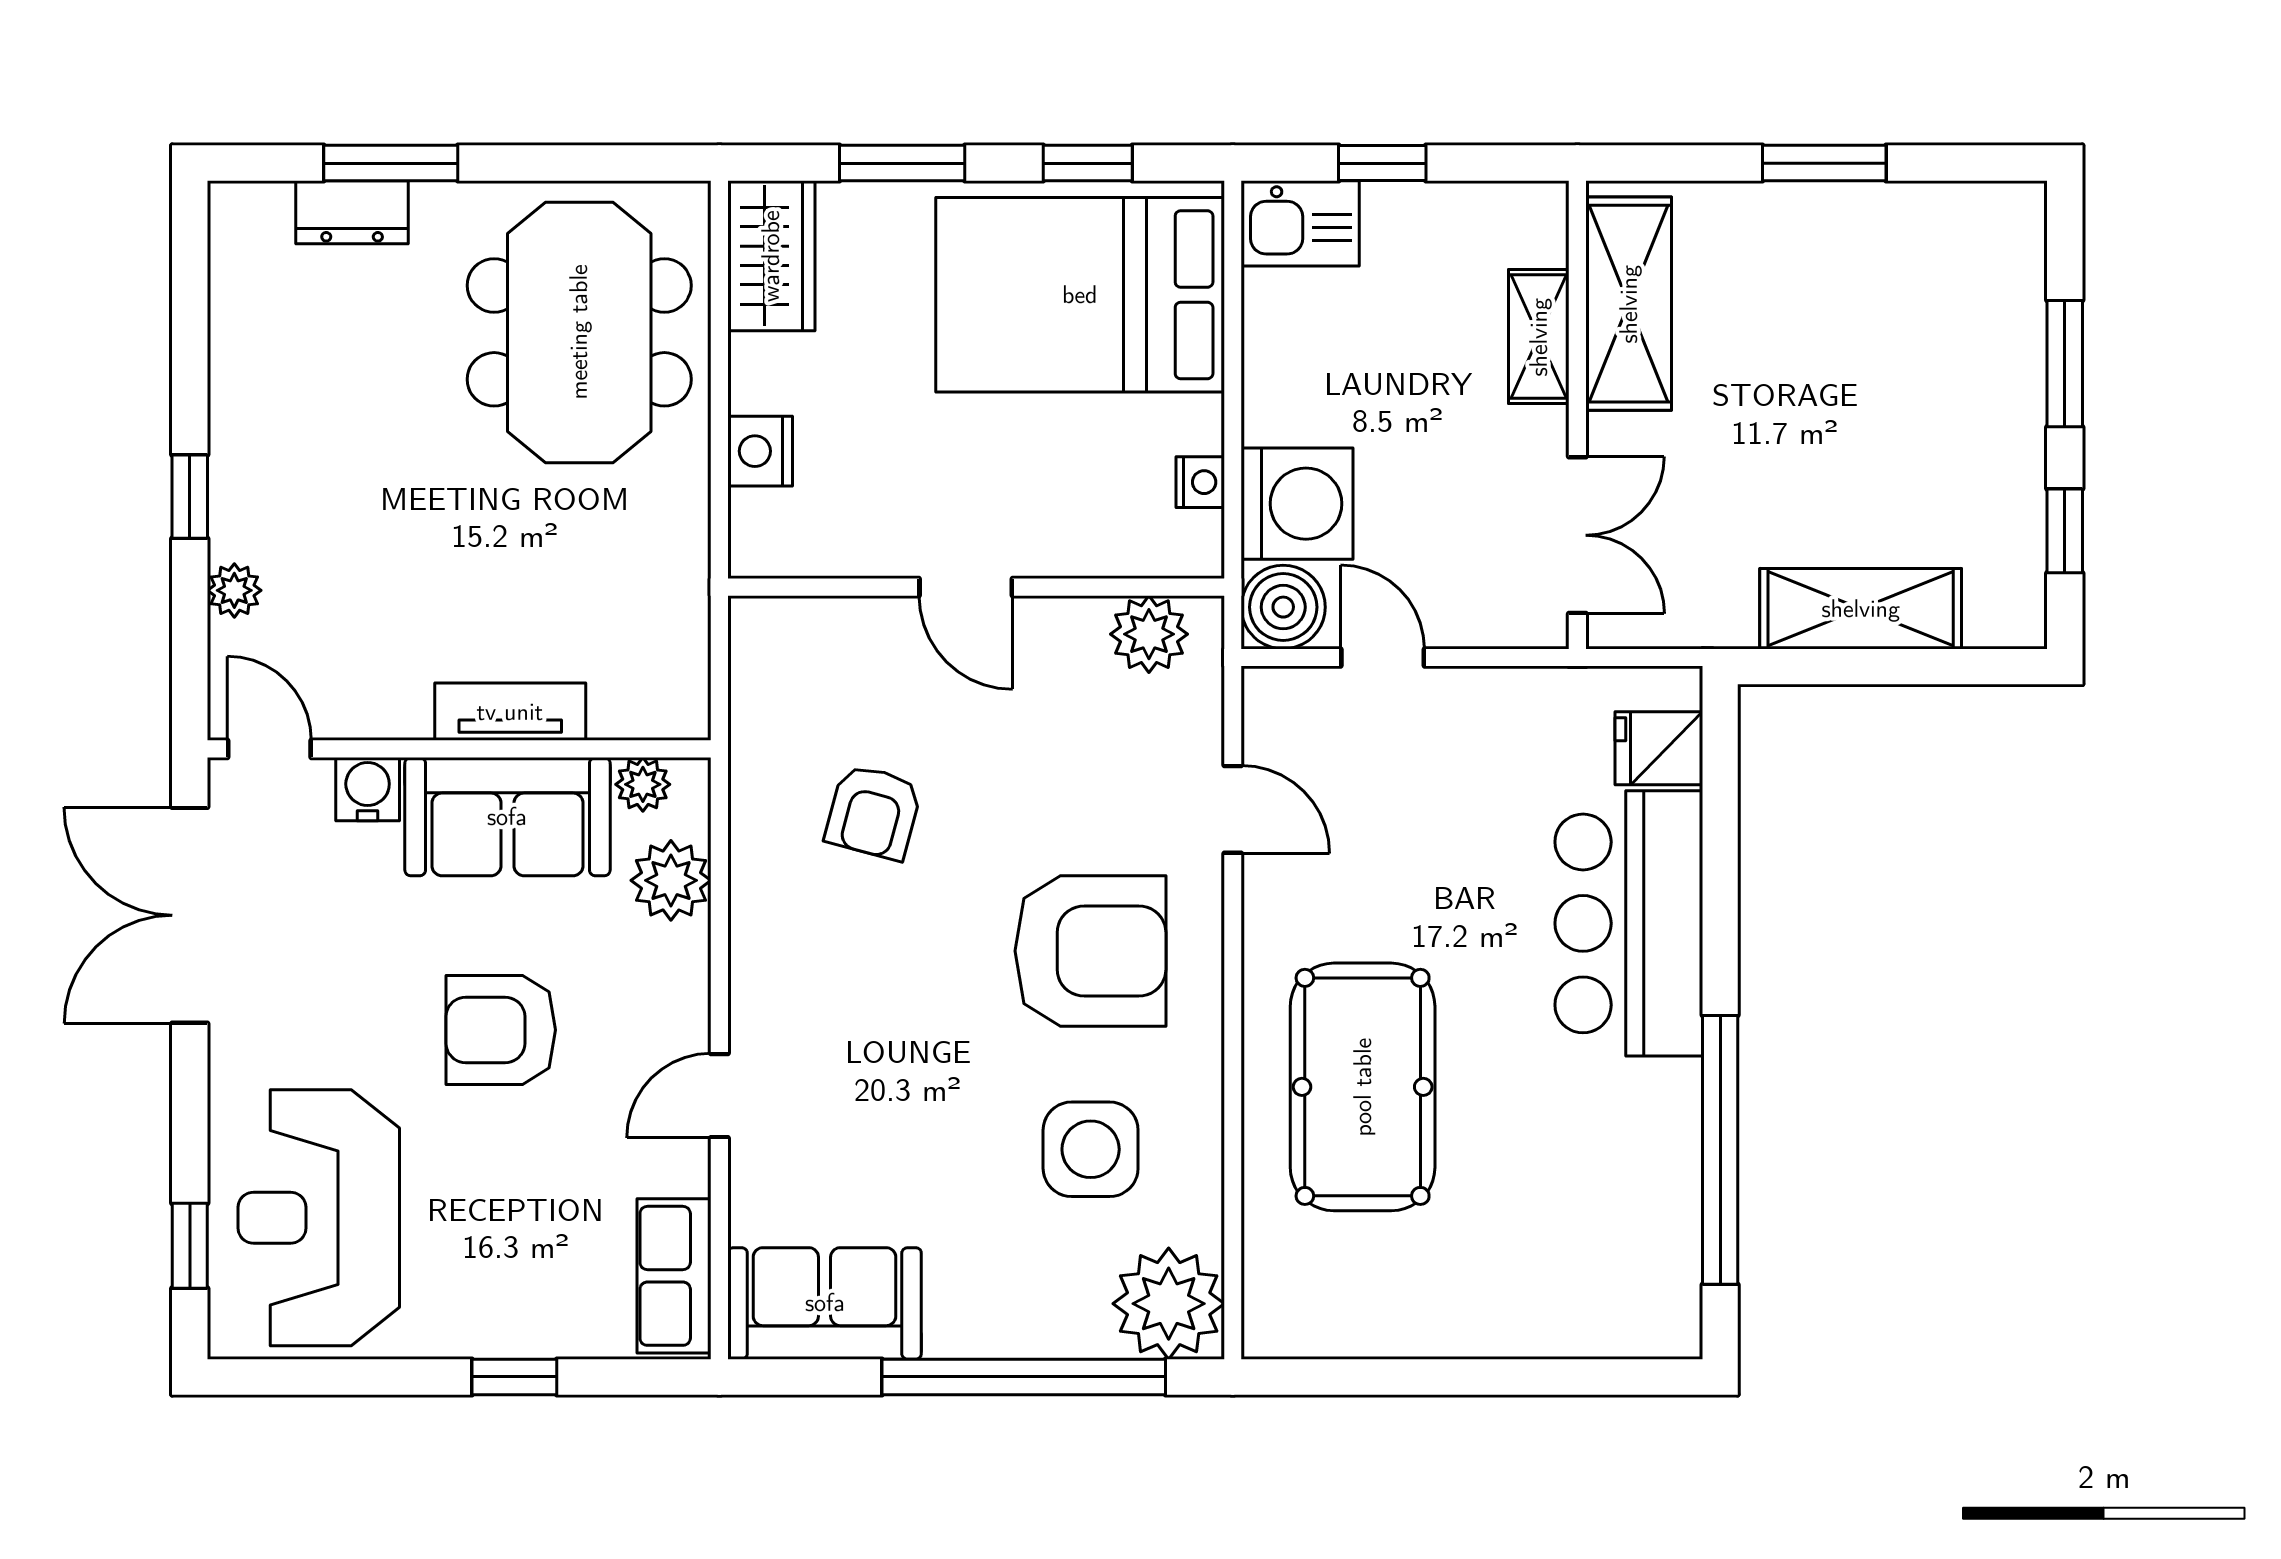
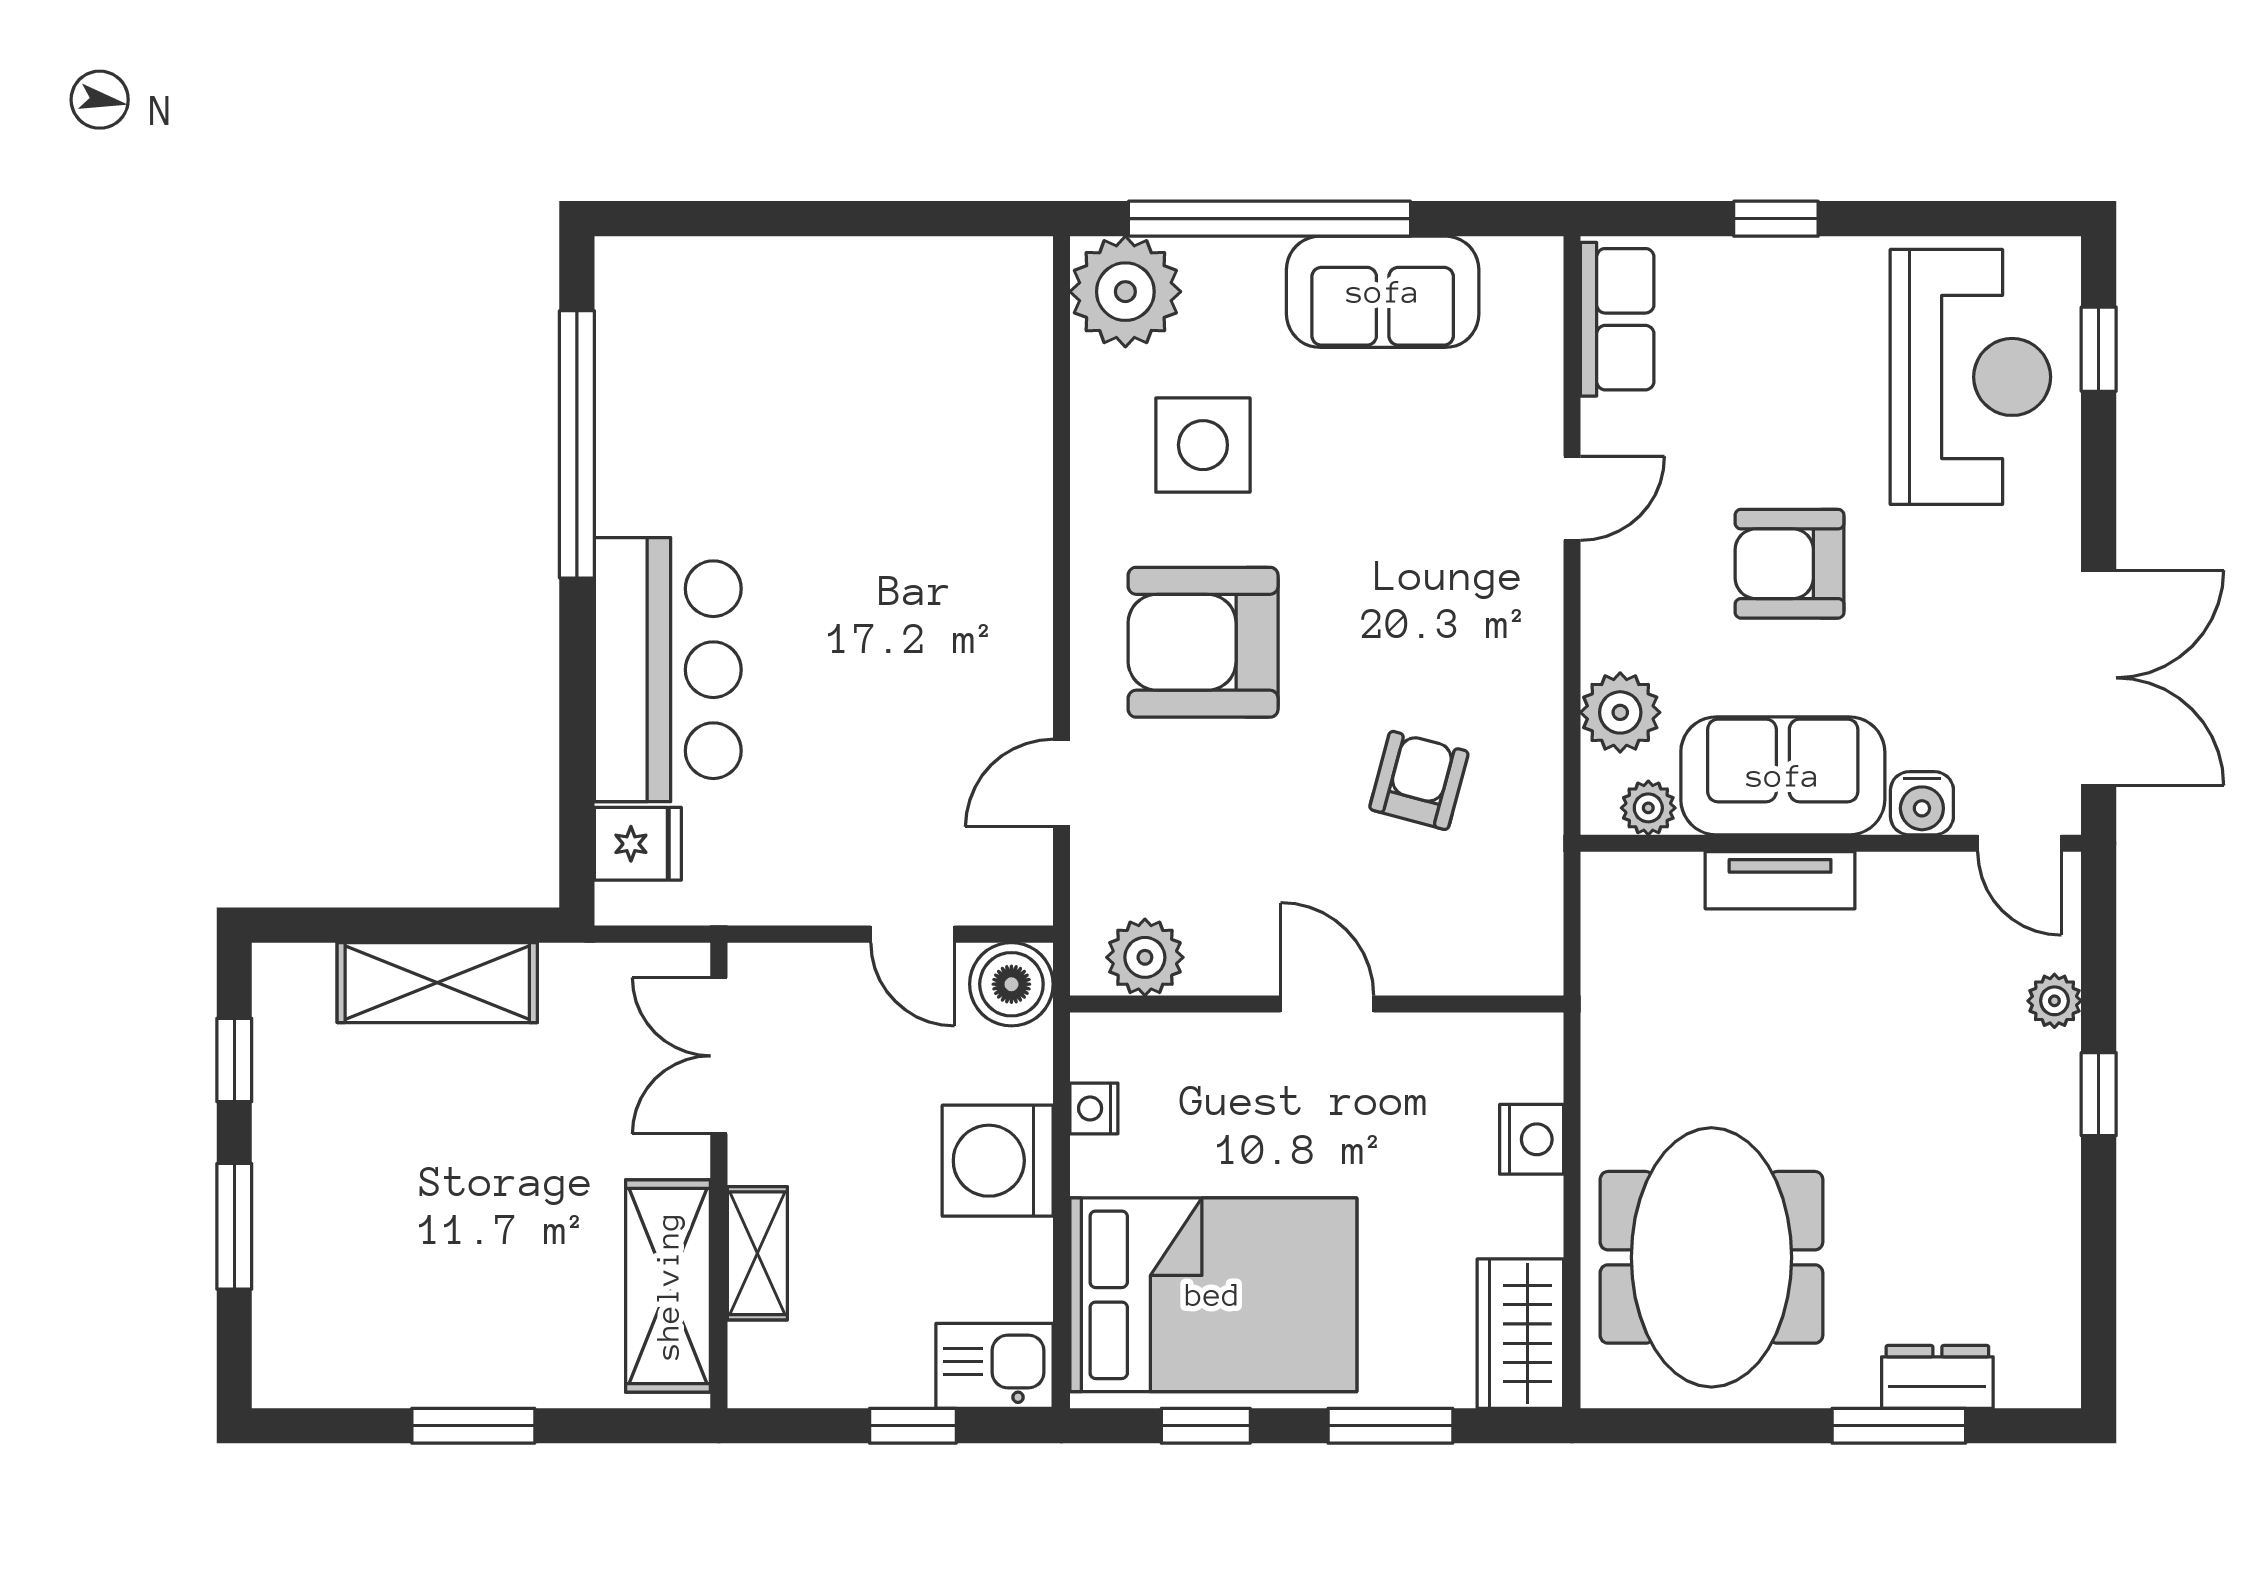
washing machine: (1297, 504) -> (998, 1161), moved
door: (1233, 809) -> (1062, 783), hinge flipped
armchair: (501, 1030) -> (1790, 564), turned 180
pool table: (1363, 1087) -> (932, 507), removed
sofa: (825, 1303) -> (1383, 292), moved

